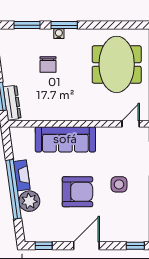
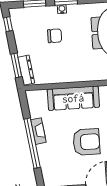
chair: (48, 65) -> (55, 36), turned -90
plant: (29, 201) -> (46, 152), removed

